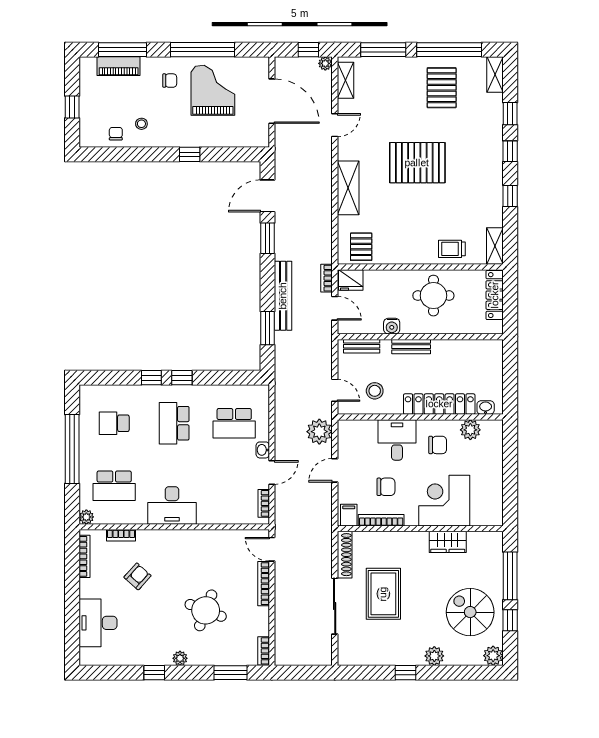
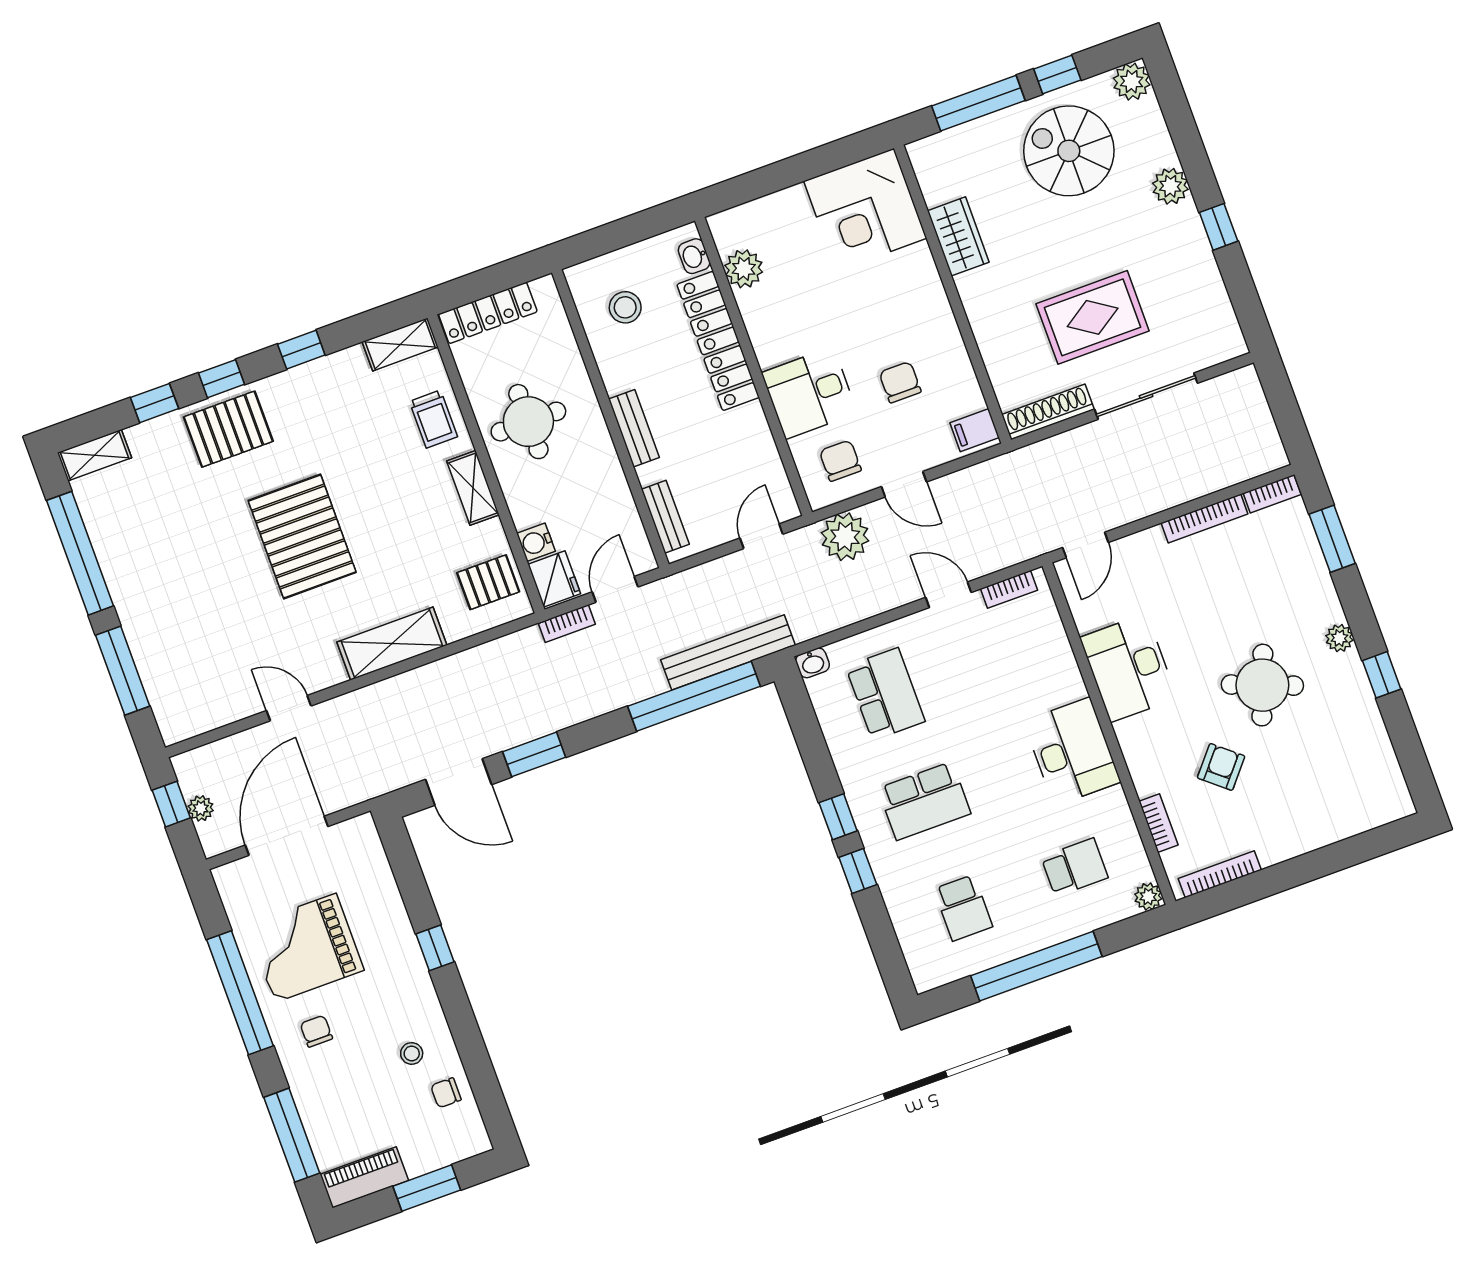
plant: (325, 63) -> (201, 808), moved
piano: (119, 66) -> (364, 1177), moved, turned -90
shelving: (345, 80) -> (473, 488), moved, turned 90
pallet: (442, 88) -> (228, 429), moved
window: (72, 107) -> (427, 1188), width x1.50
bench: (283, 296) -> (728, 652), moved
water cooler: (392, 326) -> (536, 542), moved, turned 180
window: (268, 328) -> (694, 696), width x2.11
stool: (375, 391) -> (625, 307), moved
chair: (438, 445) -> (840, 461), moved
washbasin: (263, 450) -> (813, 663), moved
school desk: (114, 486) -> (1074, 867), width x0.54
corner desk: (444, 501) -> (865, 210), moved
bookcase: (381, 520) -> (963, 369), removed
armchair: (137, 576) -> (1221, 767), turned 88
bookcase: (264, 584) -> (1204, 518), moved
round table: (206, 610) -> (1262, 685), moved
spiral stairs: (470, 612) -> (1069, 151), turned 90
desk: (98, 623) -> (1128, 668), moved, turned 90

